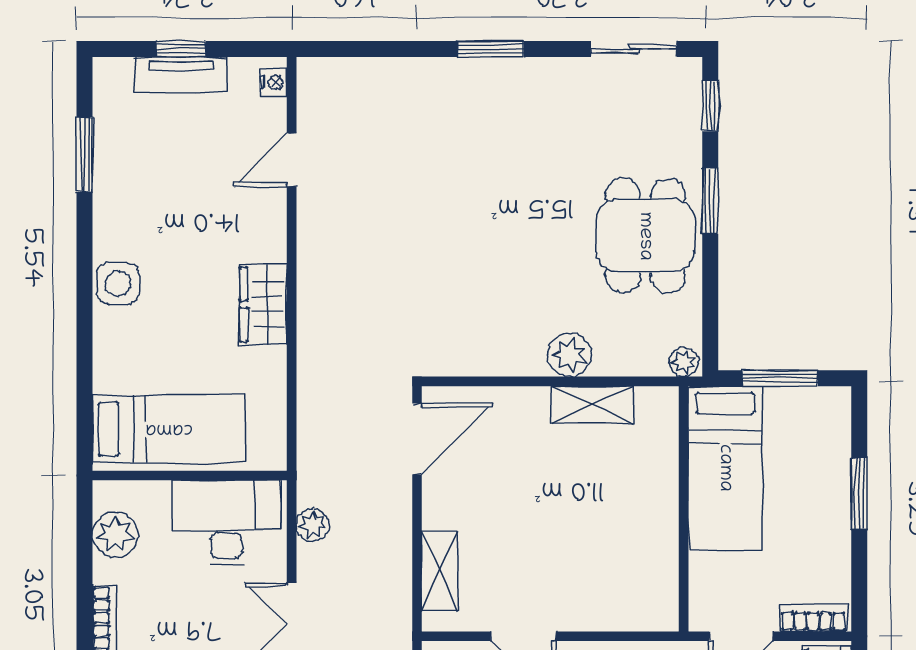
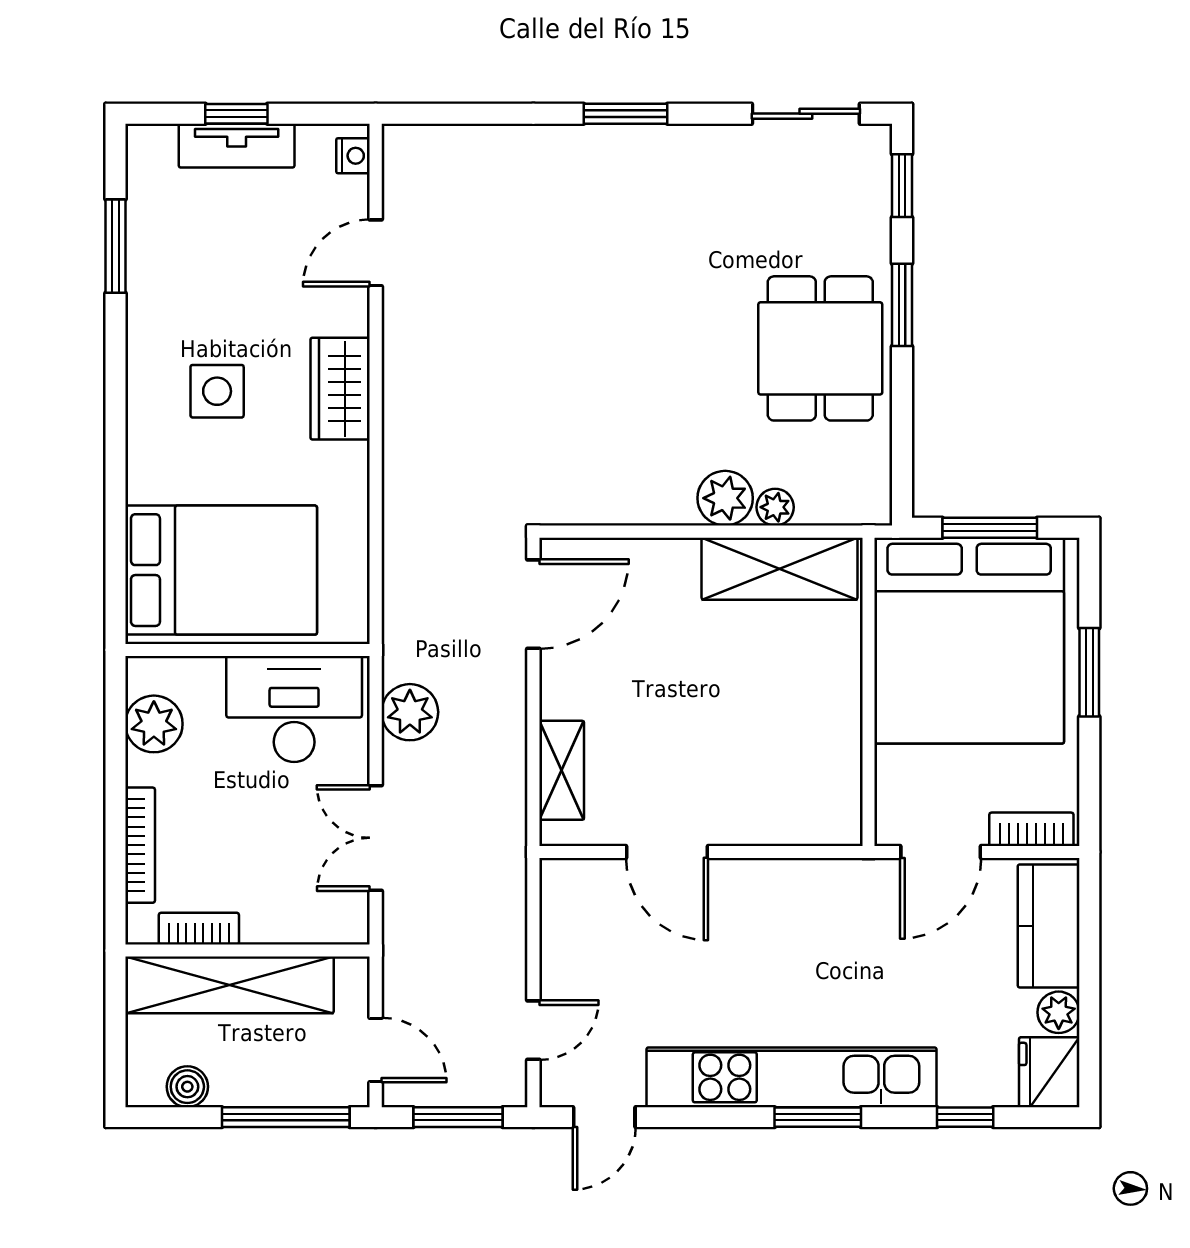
side table: (118, 283) -> (217, 391), moved
wardrobe: (263, 304) -> (340, 389), moved
plant: (684, 362) -> (775, 507), moved
shelving: (592, 405) -> (780, 569), width x1.50, depth x1.33
bed: (169, 429) -> (221, 570), width x1.50
bed: (725, 468) -> (969, 641), width x2.04
plant: (313, 525) -> (410, 712), width x1.38, depth x1.38

